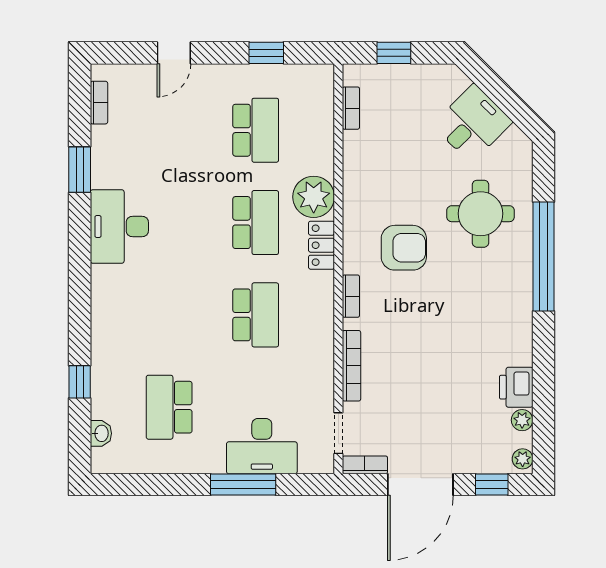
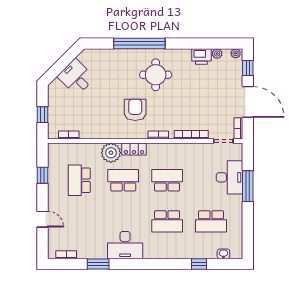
school desk: (256, 130) -> (79, 180), turned -90
round table: (481, 214) -> (156, 75), moved
school desk: (169, 315) -> (167, 221), added

